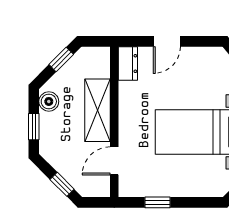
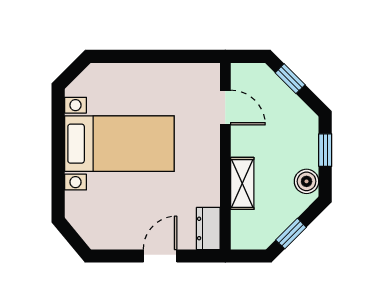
shelving: (97, 110) -> (242, 183), width x0.67, depth x0.75
door: (114, 161) -> (225, 108), hinge flipped
window: (158, 202) -> (172, 56), removed

